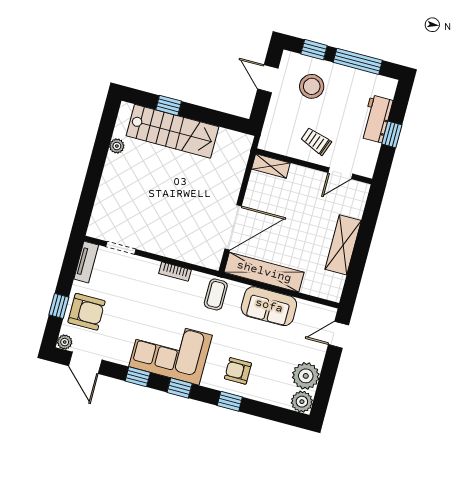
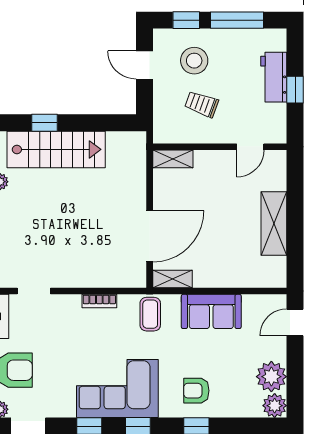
trolley: (316, 141) -> (202, 104), moved
shelving: (264, 272) -> (172, 279), width x0.45, depth x0.75

